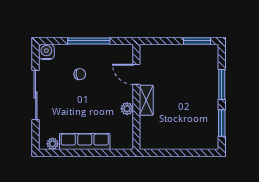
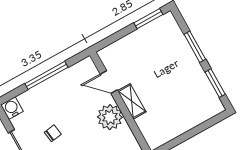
chair: (80, 74) -> (53, 133), moved
plant: (127, 109) -> (110, 117), width x1.87, depth x1.87

